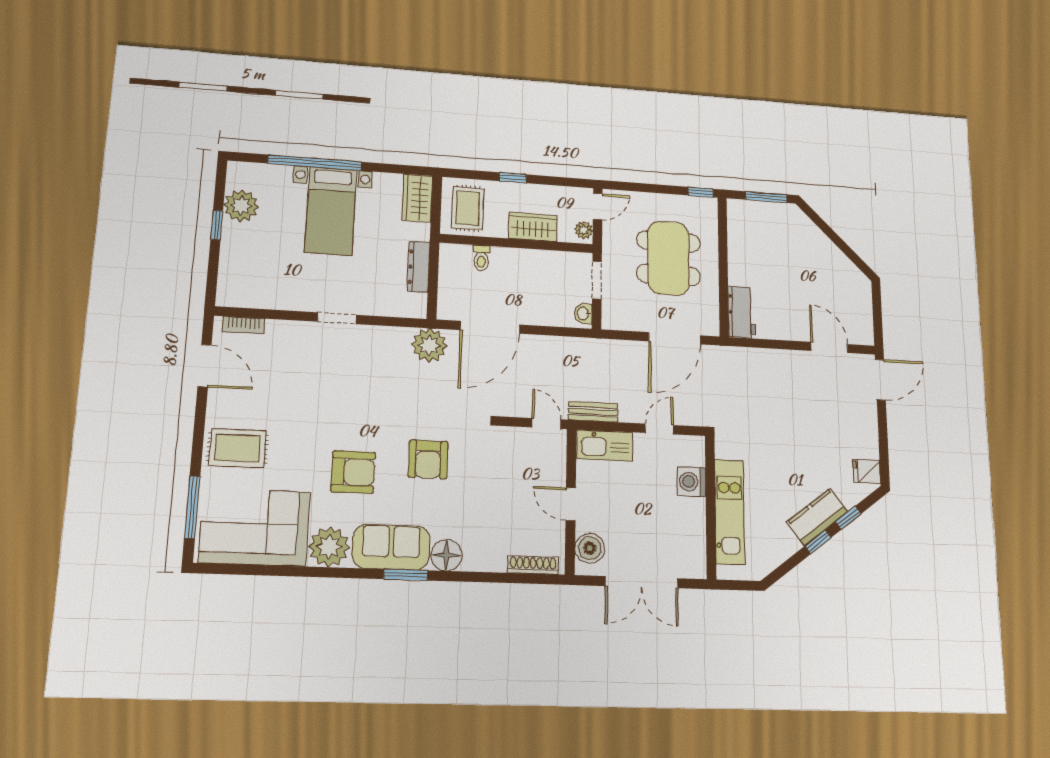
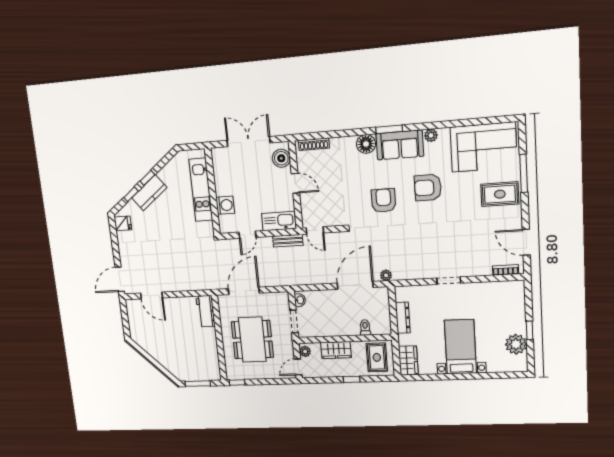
window: (315, 163) -> (474, 376), removed
plant: (429, 345) -> (386, 275), width x0.53, depth x0.53
window: (192, 507) -> (524, 173), moved
plant: (329, 547) -> (431, 135), width x0.53, depth x0.53

